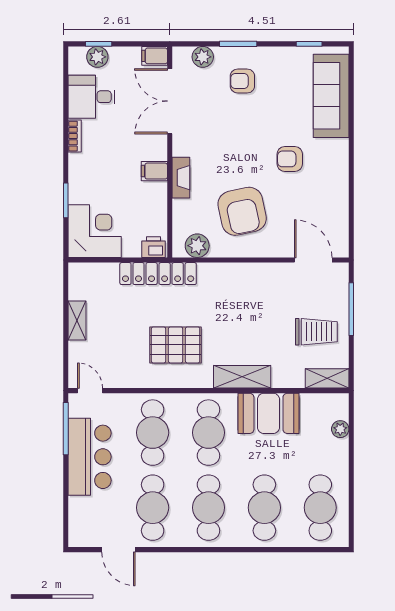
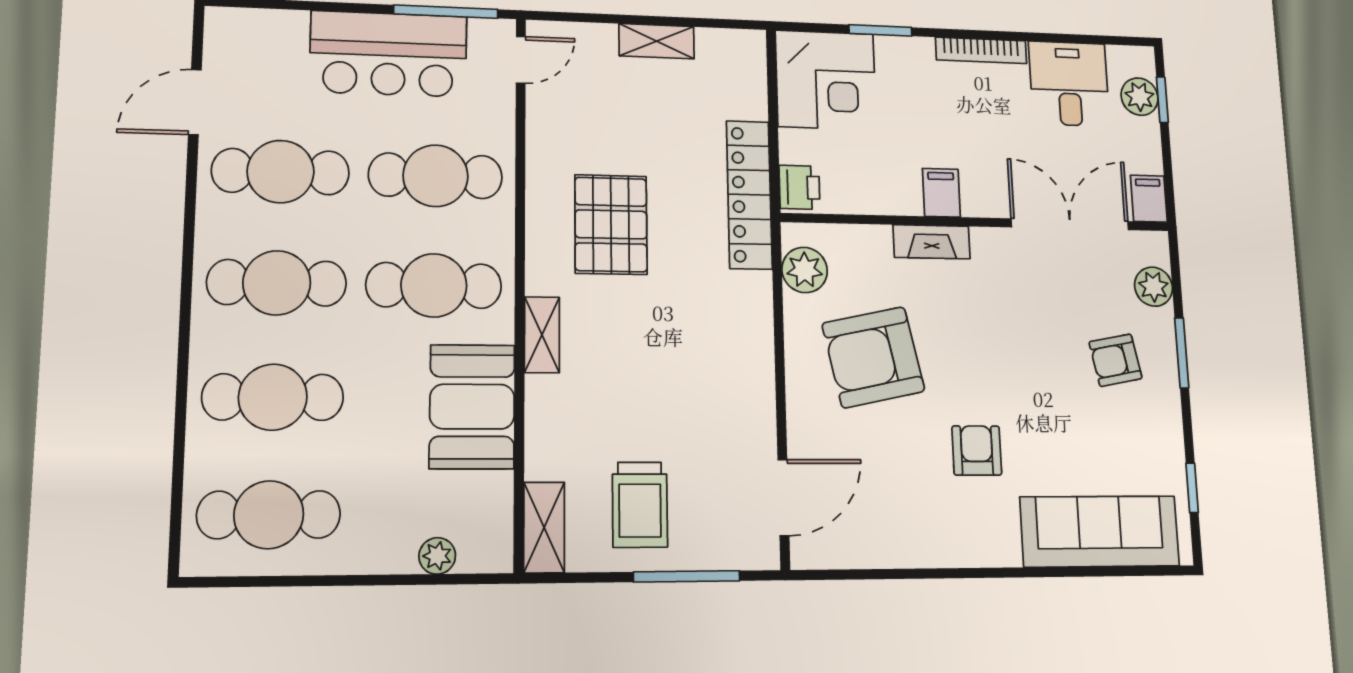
armchair: (242, 81) -> (1116, 360), turned -101
bookcase: (75, 136) -> (981, 50), width x1.56
shelving: (242, 377) -> (542, 335), width x0.67, depth x0.75

